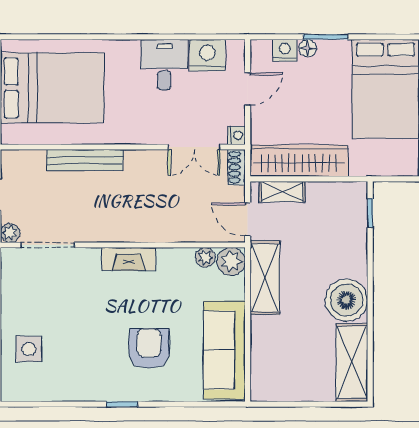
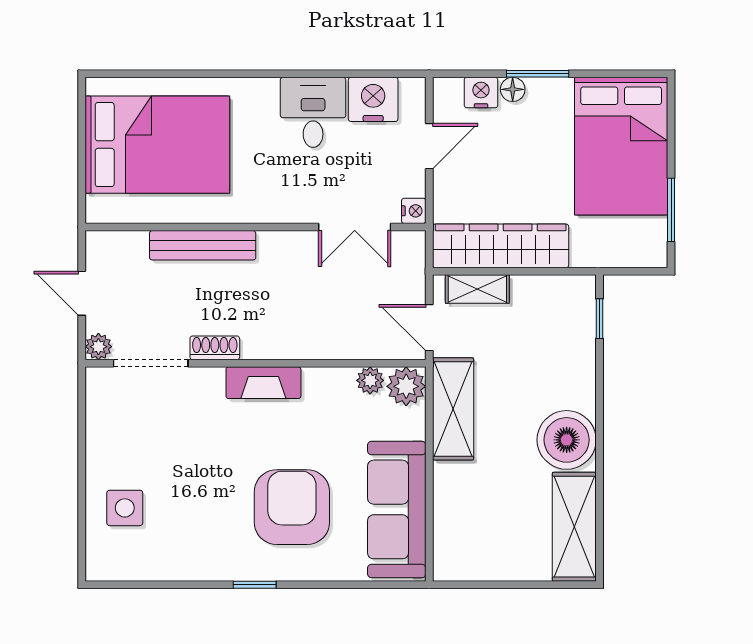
shoe rack: (237, 167) -> (215, 348), moved, turned 90
armchair: (149, 348) -> (292, 507), width x1.36, depth x1.36

